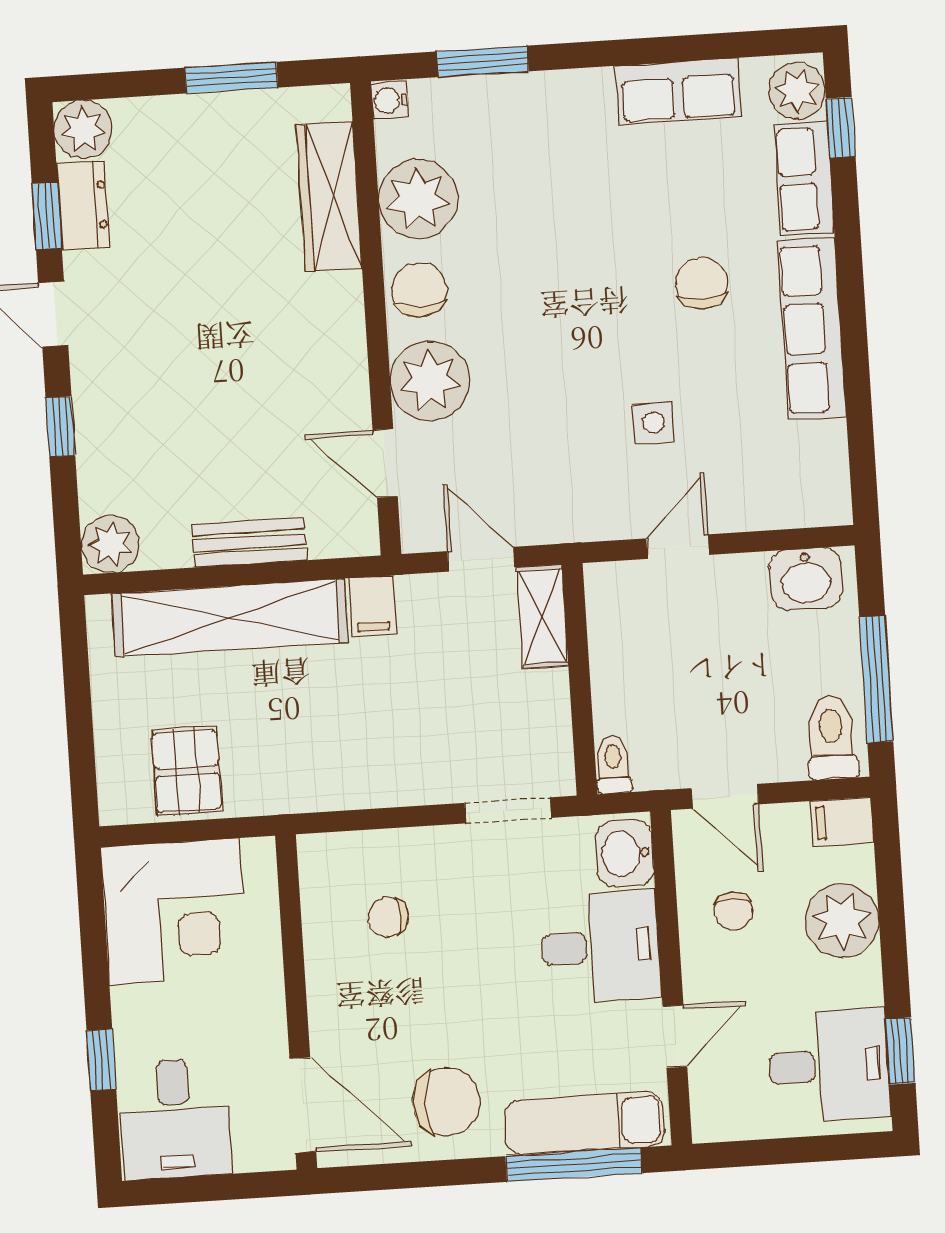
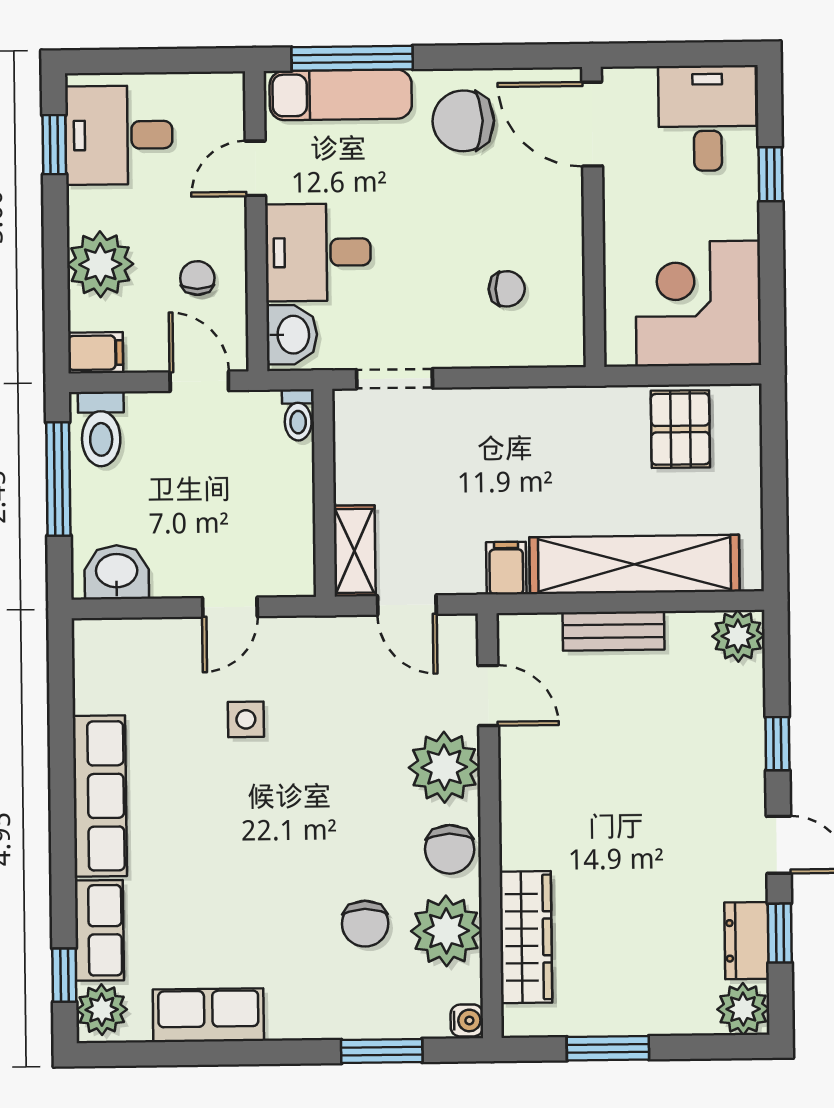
chair: (702, 283) -> (365, 924), moved

